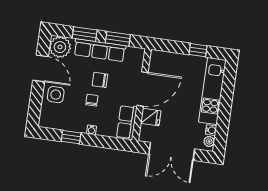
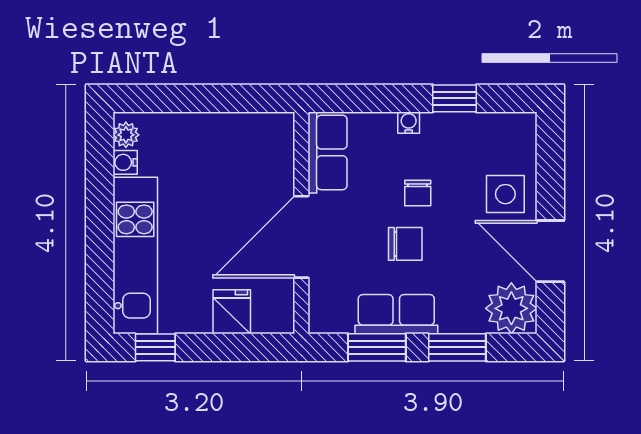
row of seats: (100, 50) -> (396, 314), width x0.68
window: (198, 50) -> (155, 347), moved
fridge: (151, 117) -> (232, 312), moved, turned 90
double door: (172, 151) -> (211, 98), removed

